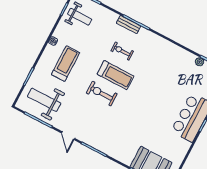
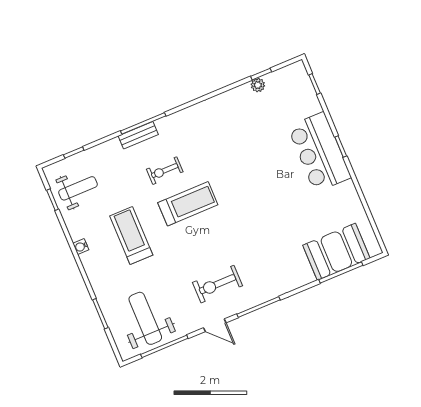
treadmill: (66, 64) -> (131, 235), moved
exercise bike: (102, 93) -> (217, 284), moved
weight bench: (44, 100) -> (145, 318), turned 90

